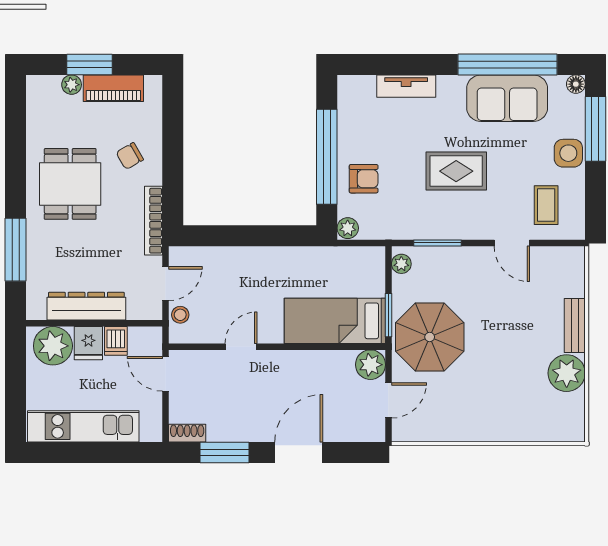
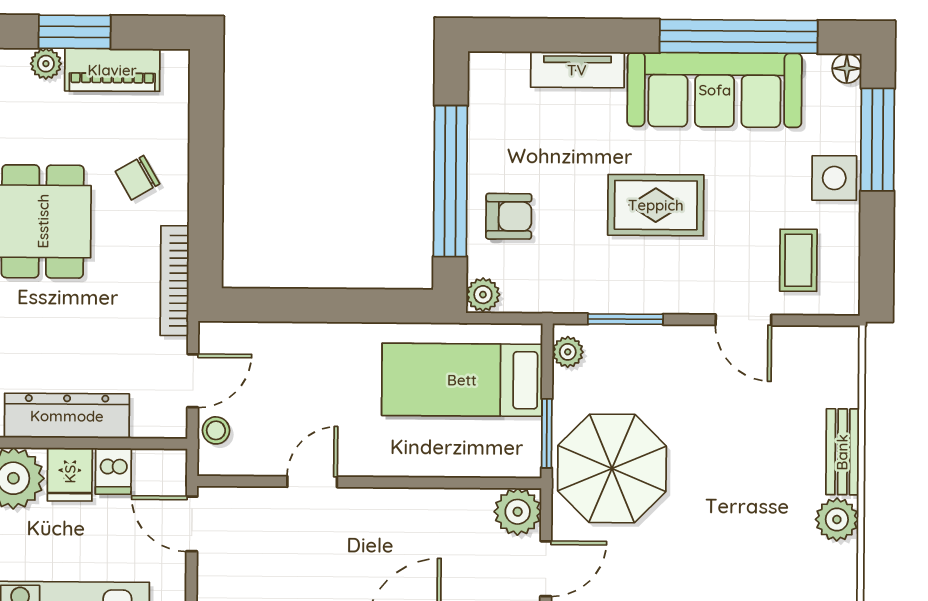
sofa: (507, 98) -> (715, 90), width x1.36
bed: (335, 321) -> (462, 380), moved
plant: (567, 373) -> (837, 520), width x0.73, depth x0.73

